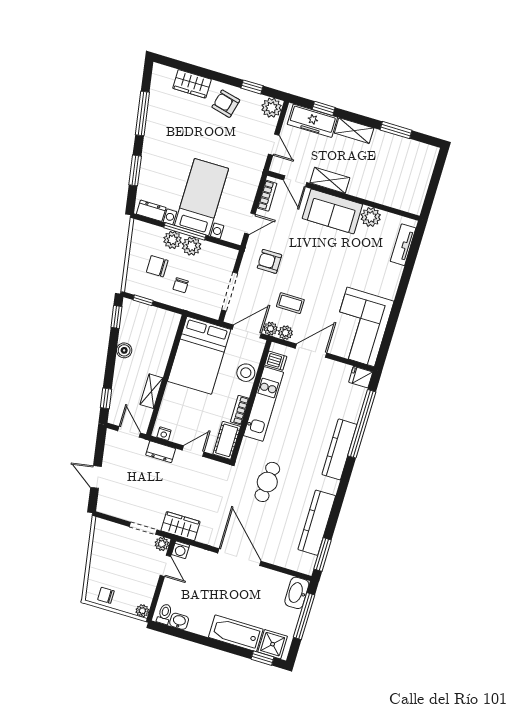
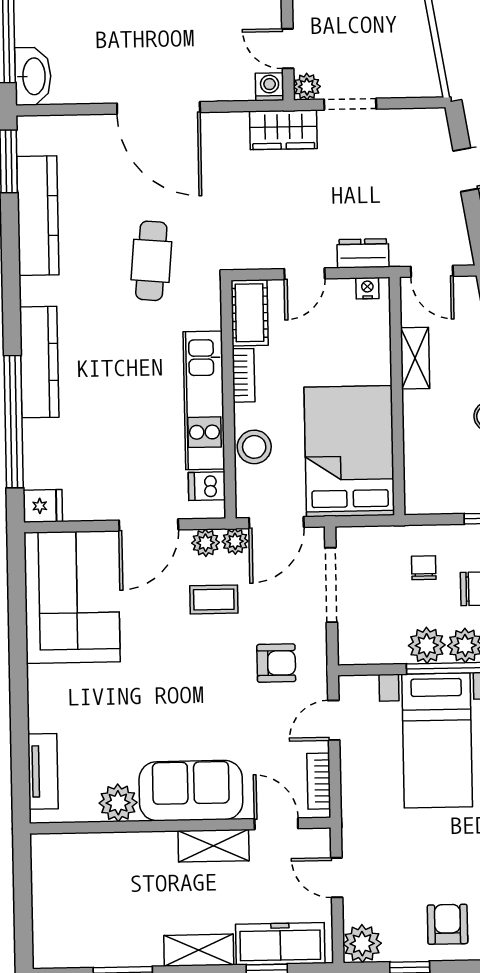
armchair: (226, 104) -> (448, 924), turned -104

